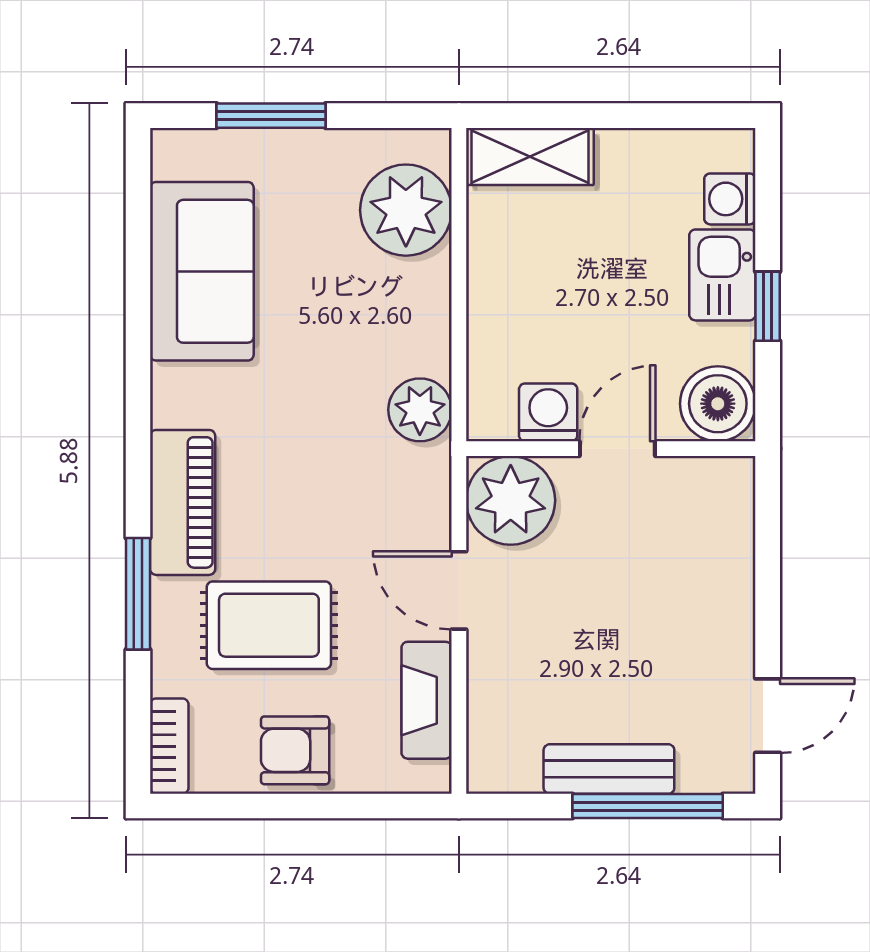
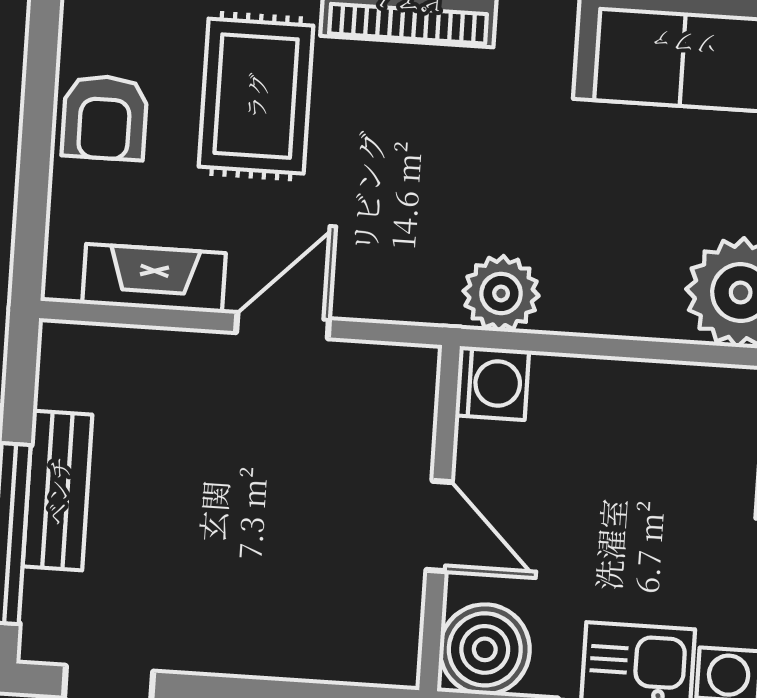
washing machine: (548, 412) -> (492, 383), moved
plant: (511, 500) -> (386, 394), removed
armchair: (295, 750) -> (105, 117), turned 180

